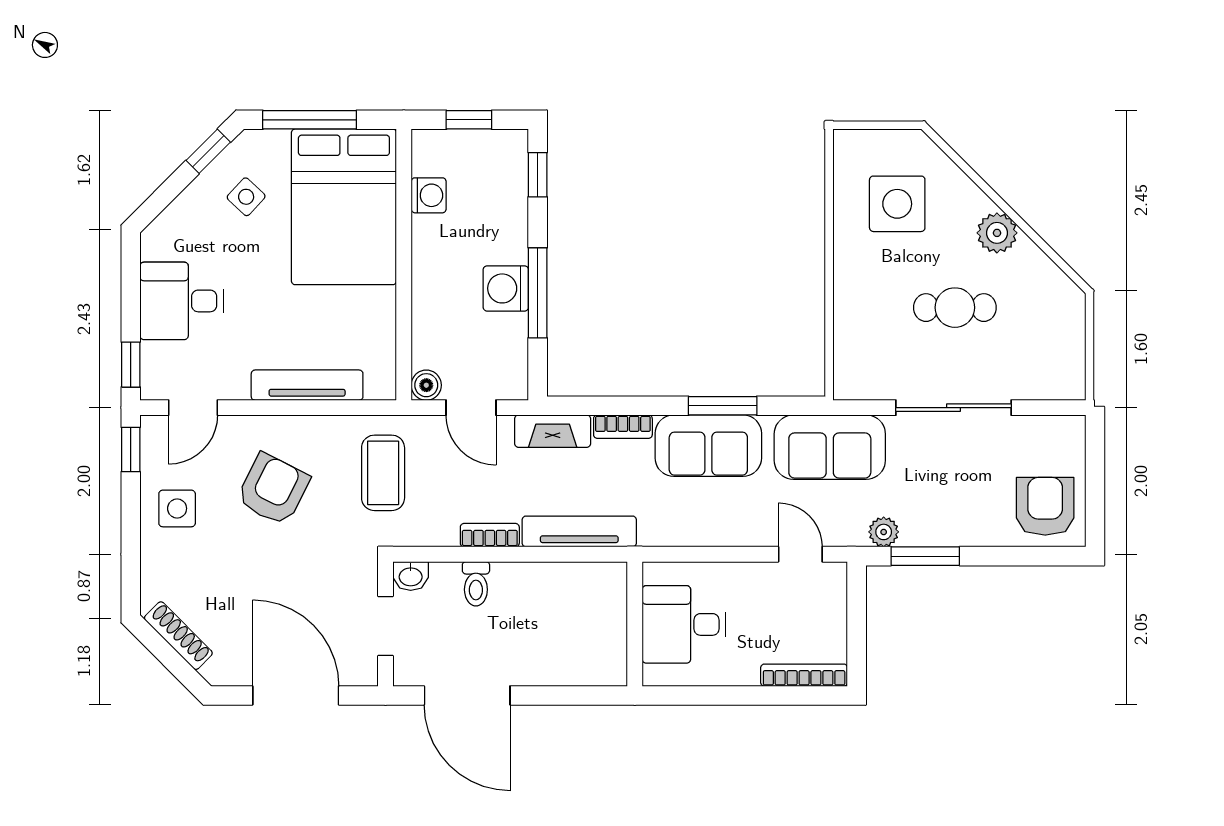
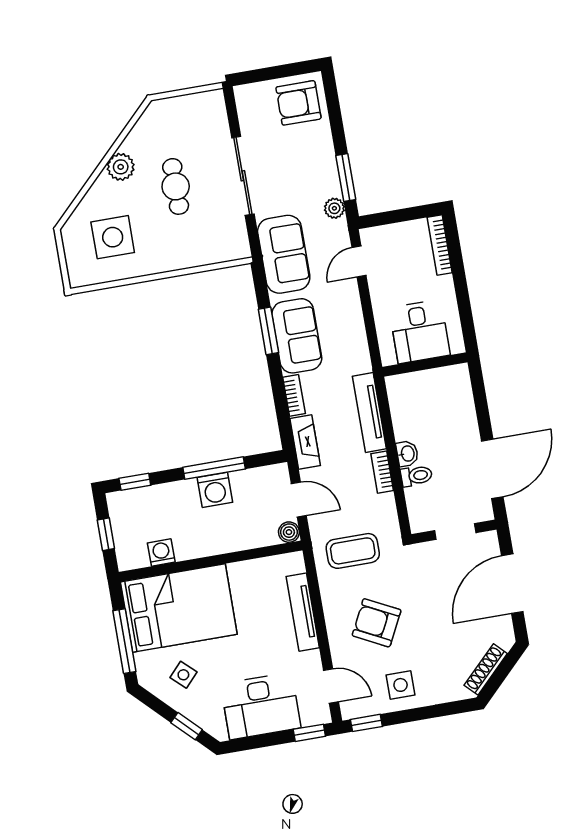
window: (208, 151) -> (187, 726), moved
desk: (182, 301) -> (261, 706), width x1.37
door: (471, 408) -> (299, 499), hinge flipped
washbasin: (411, 576) -> (407, 454), moved

